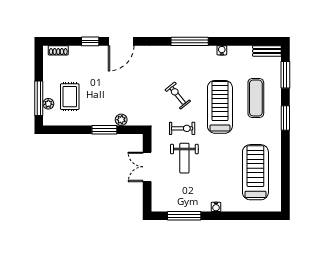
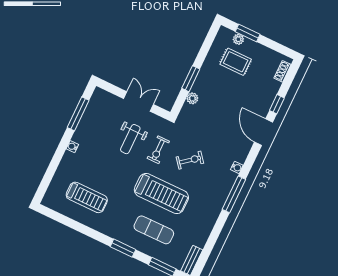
water cooler: (222, 50) -> (237, 167), moved
window: (39, 98) -> (248, 33), width x0.69
weight bench: (184, 158) -> (130, 139), turned -90
treadmill: (255, 172) -> (87, 197), width x0.73, depth x0.73

